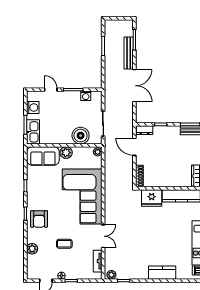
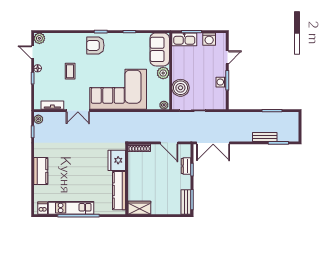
bench: (129, 53) -> (265, 137), width x0.73
double door: (134, 86) -> (213, 143), moved
washing machine: (86, 96) -> (221, 82), moved
dresser: (145, 130) -> (186, 166), moved
door: (134, 147) -> (169, 143), swing flipped
plant: (32, 249) -> (39, 38), moved

